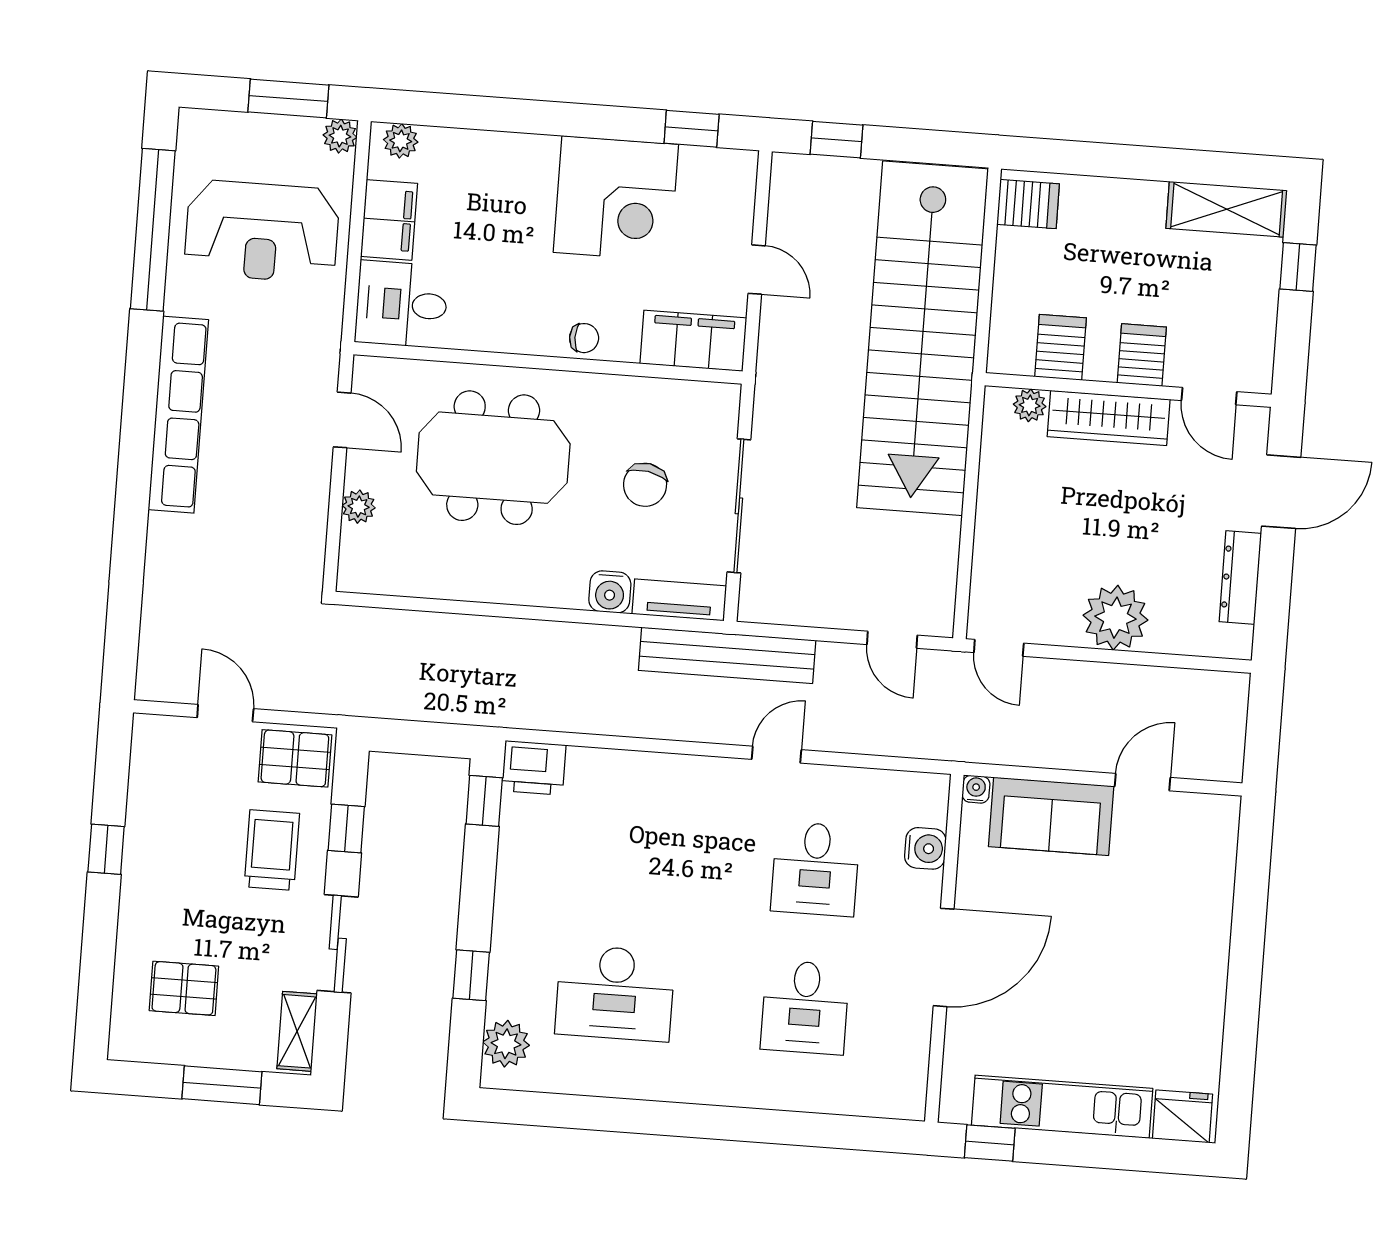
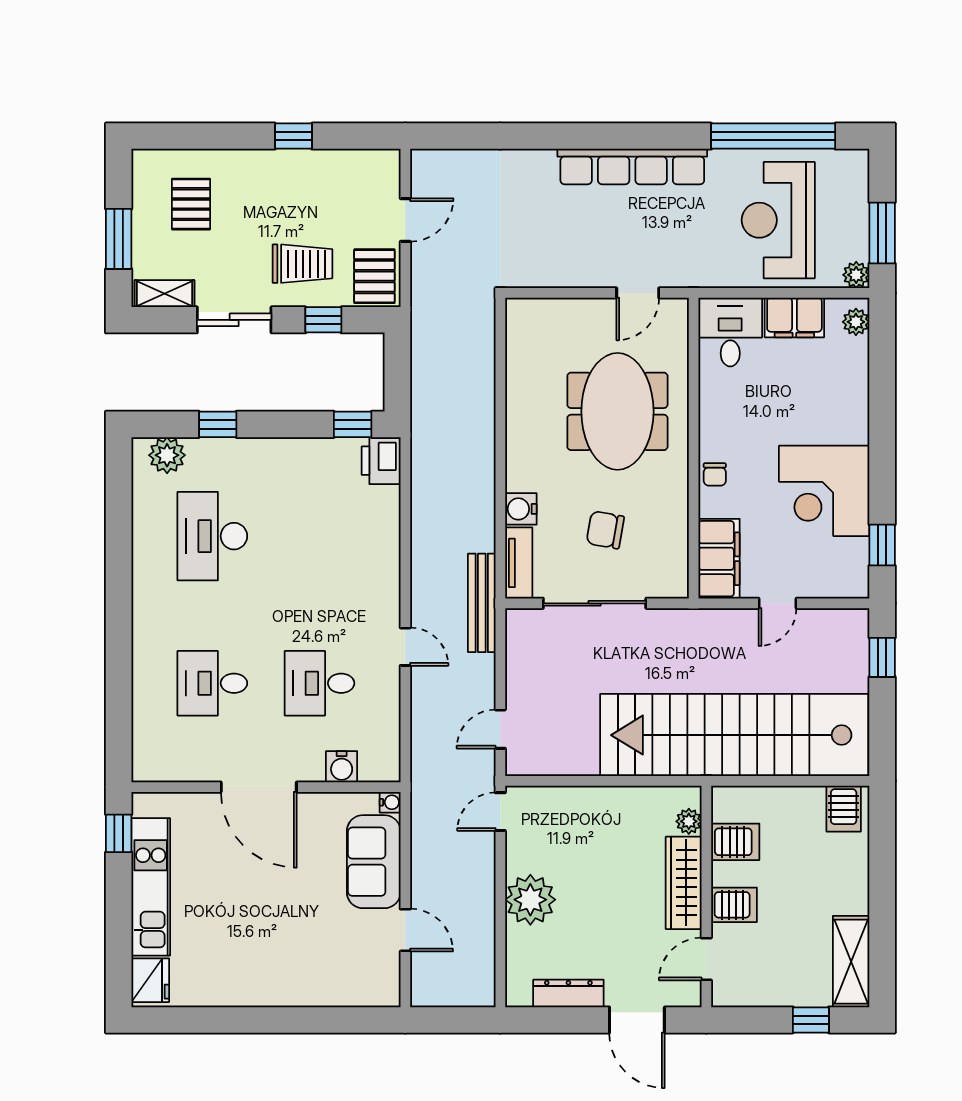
plant: (359, 507) -> (572, 311), removed
bench: (727, 655) -> (482, 603), width x0.73, depth x0.82

